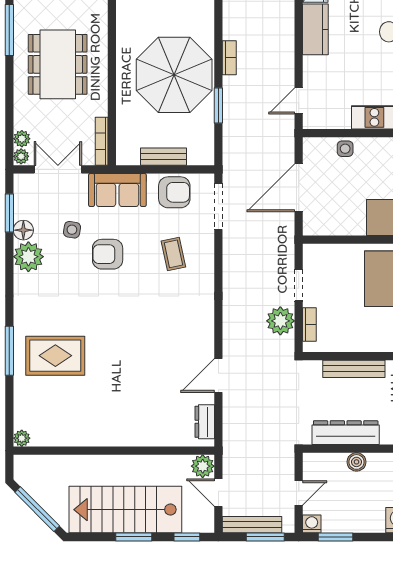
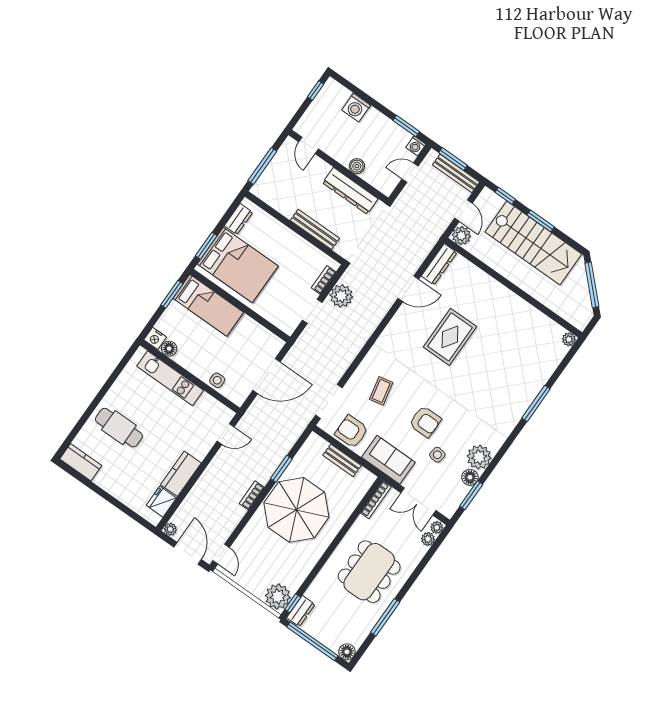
rug: (55, 356) -> (450, 337), moved, turned 90
dresser: (205, 422) -> (439, 264), width x1.44

